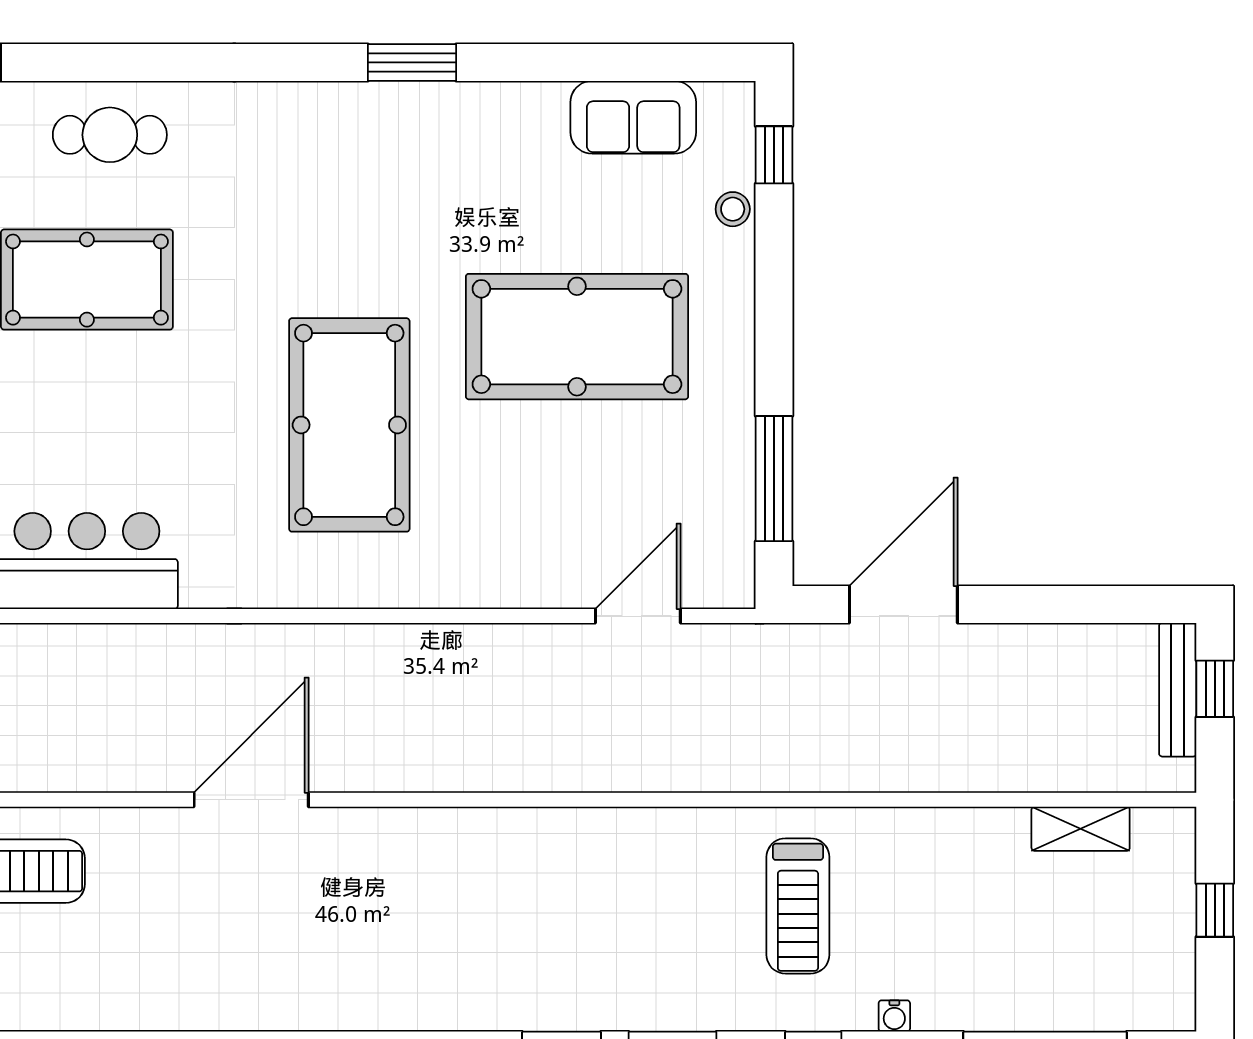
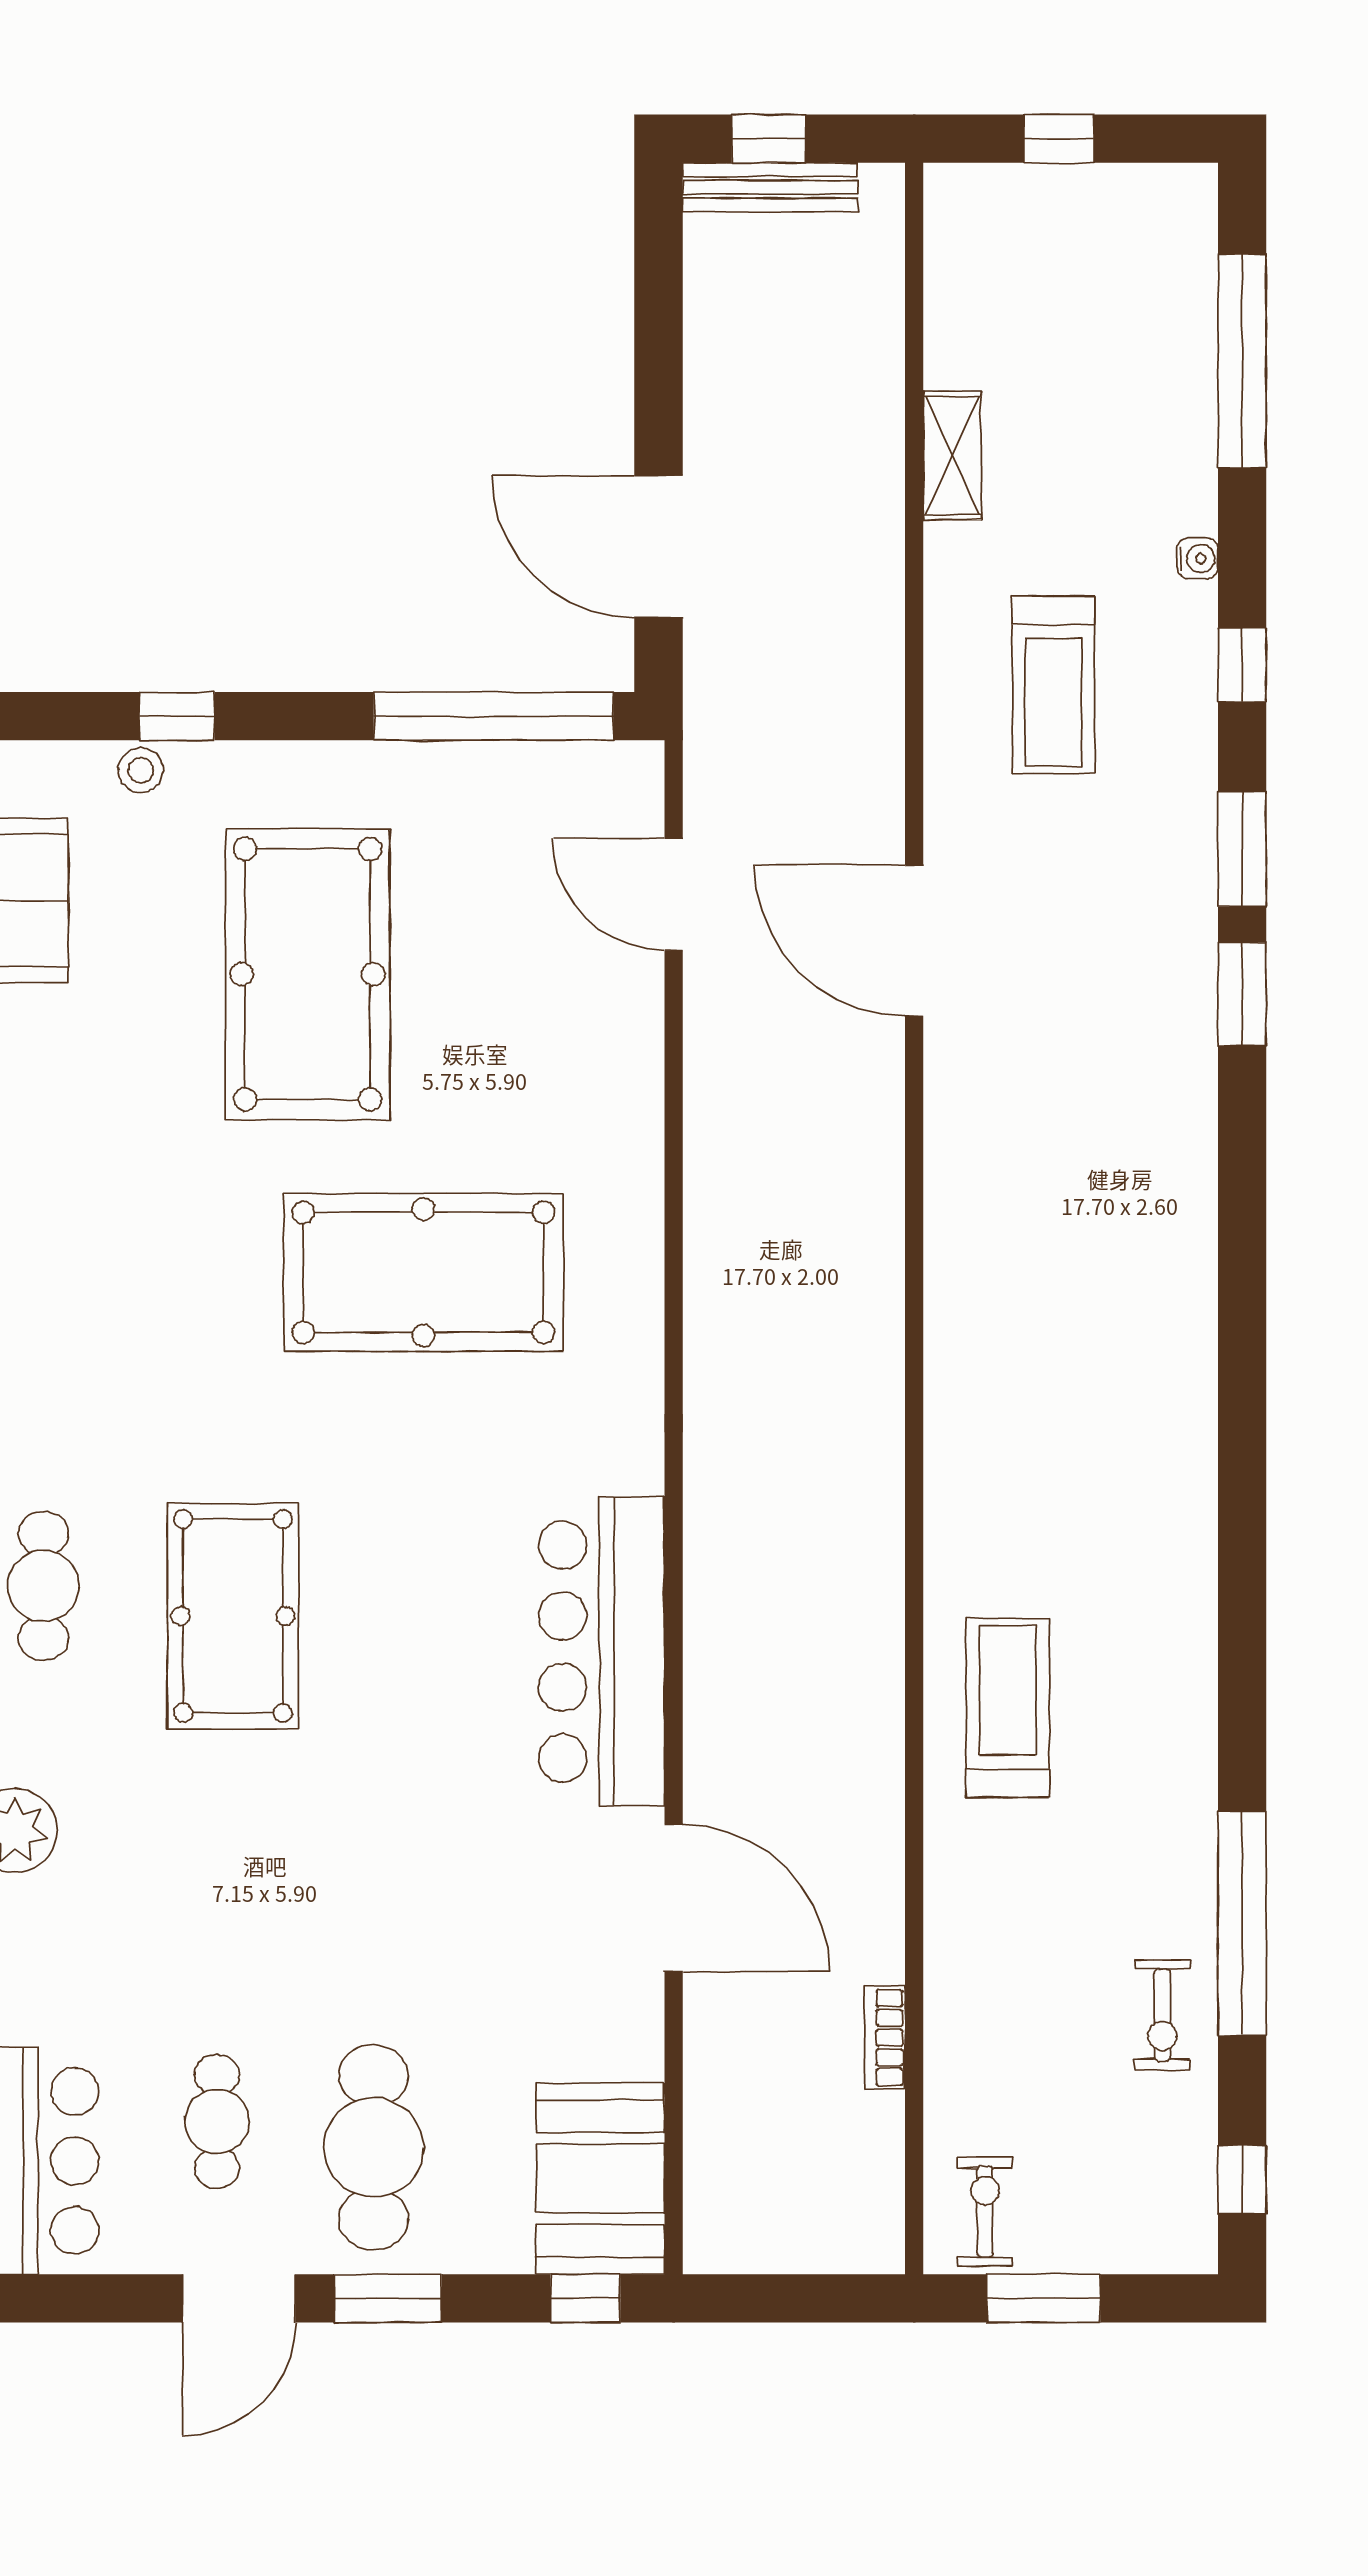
window: (774, 155) -> (177, 716), moved
window: (774, 479) -> (494, 716), width x1.46
door: (251, 800) -> (914, 940), moved
shelving: (1081, 829) -> (952, 456), moved
treadmill: (798, 906) -> (1053, 685), turned 90

